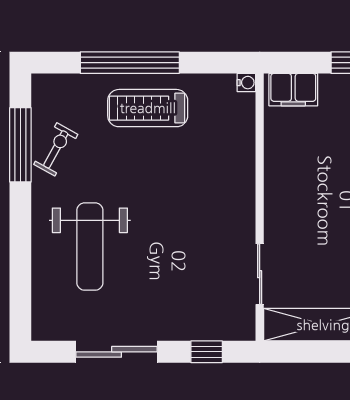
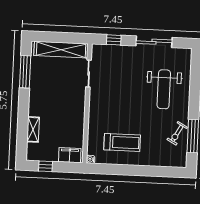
window: (130, 63) -> (142, 171), removed
treadmill: (148, 108) -> (122, 142), moved
weight bench: (90, 247) -> (164, 89), turned 180

